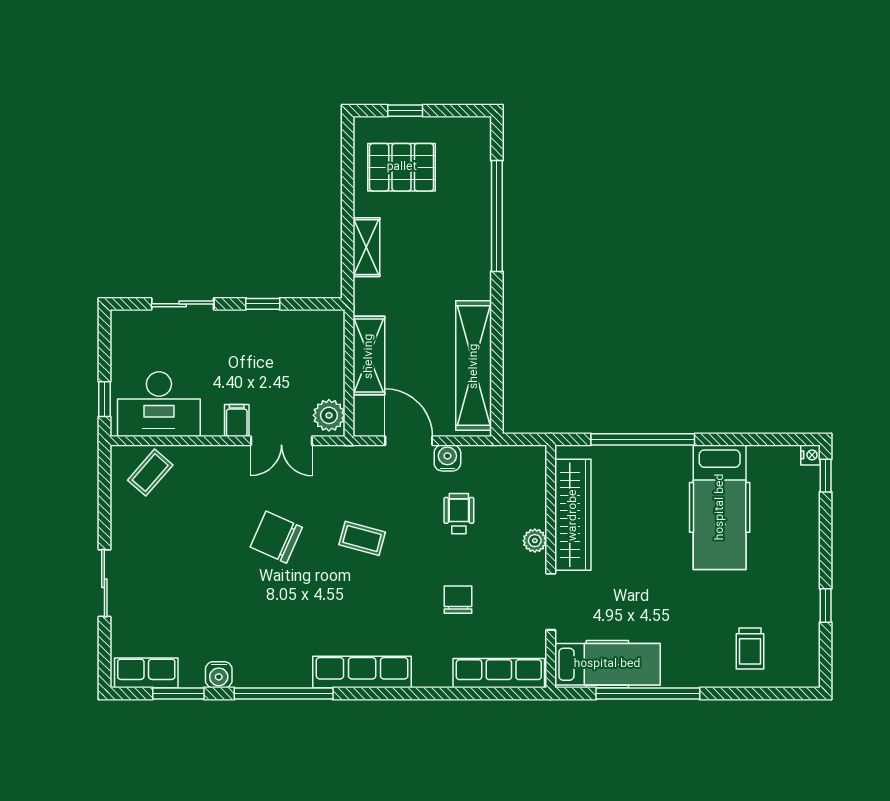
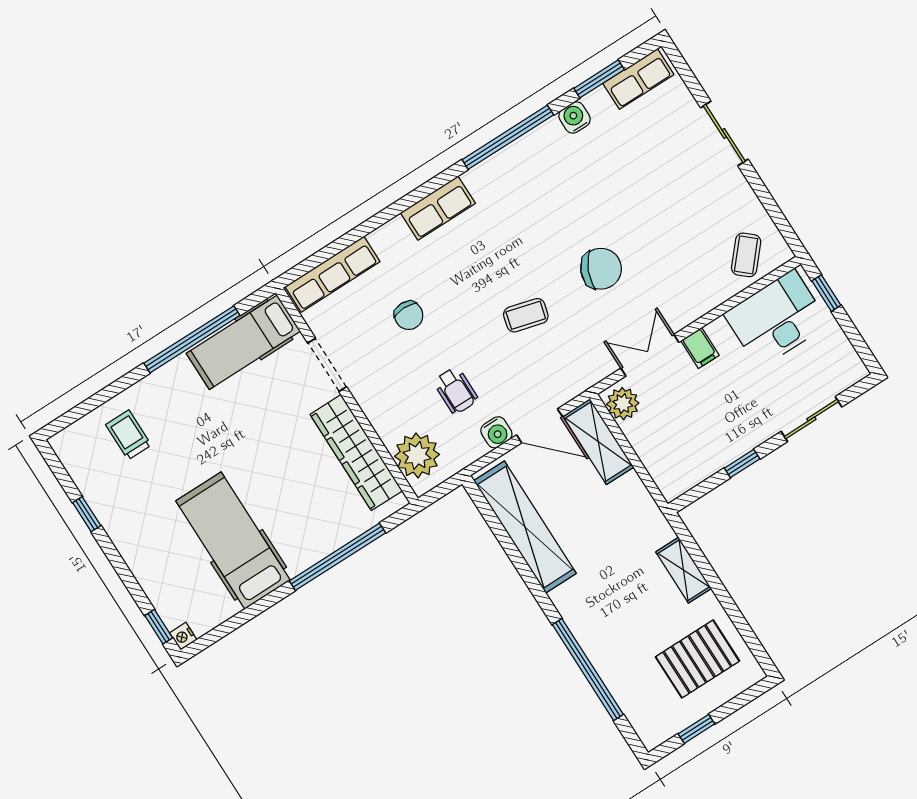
window: (405, 111) -> (696, 729), moved
shelving: (369, 356) -> (598, 442), moved
plant: (535, 541) -> (417, 455), moved, width x1.88, depth x1.88
row of seats: (362, 672) -> (438, 208), width x0.68

